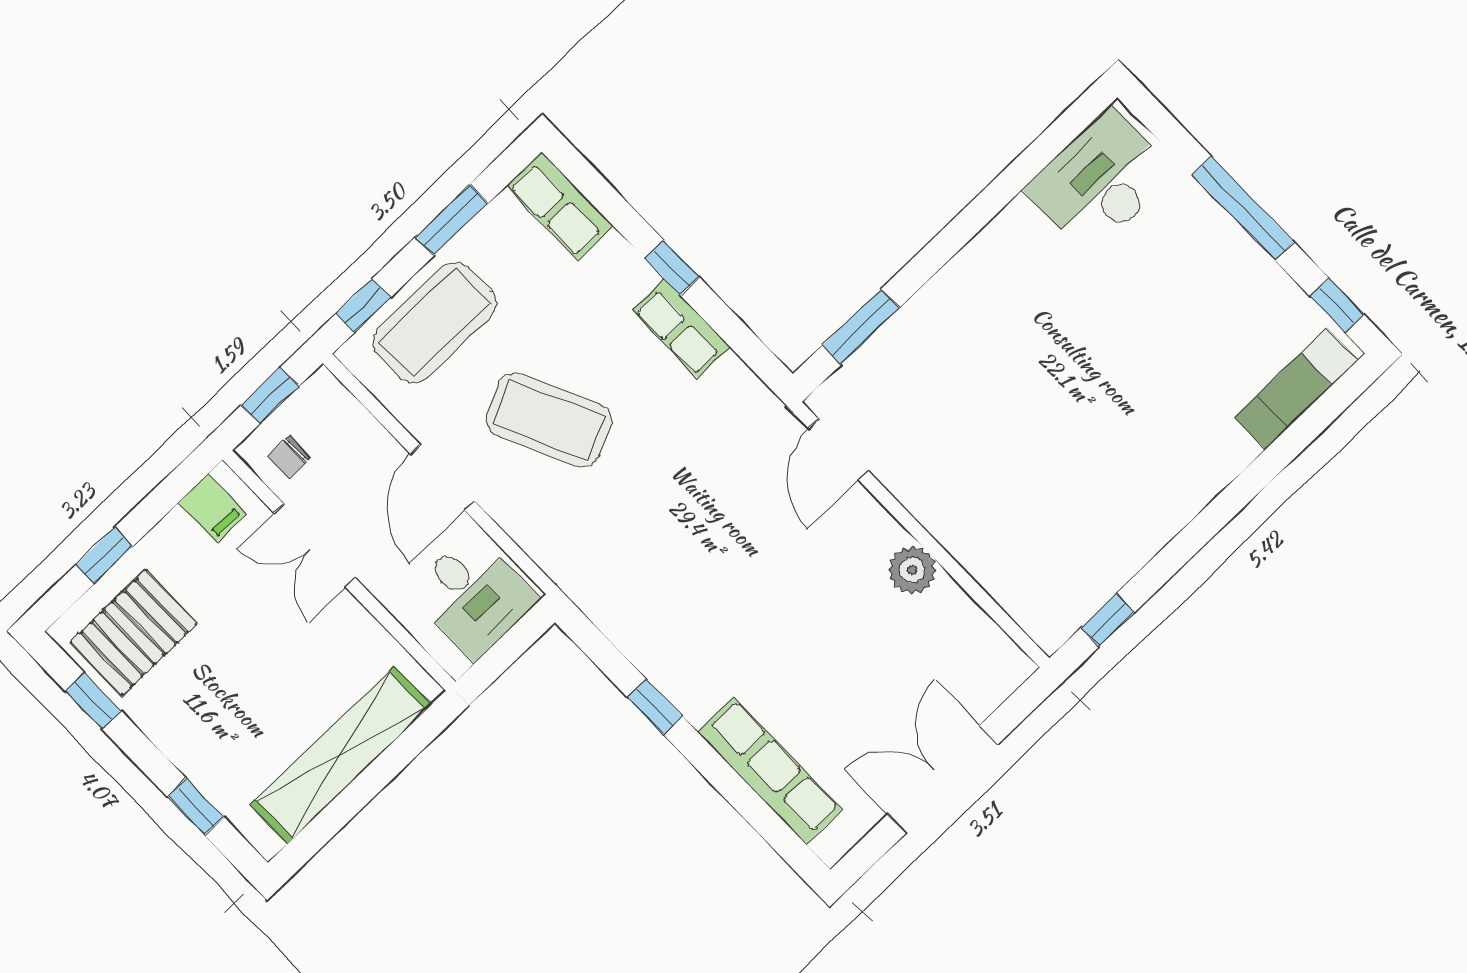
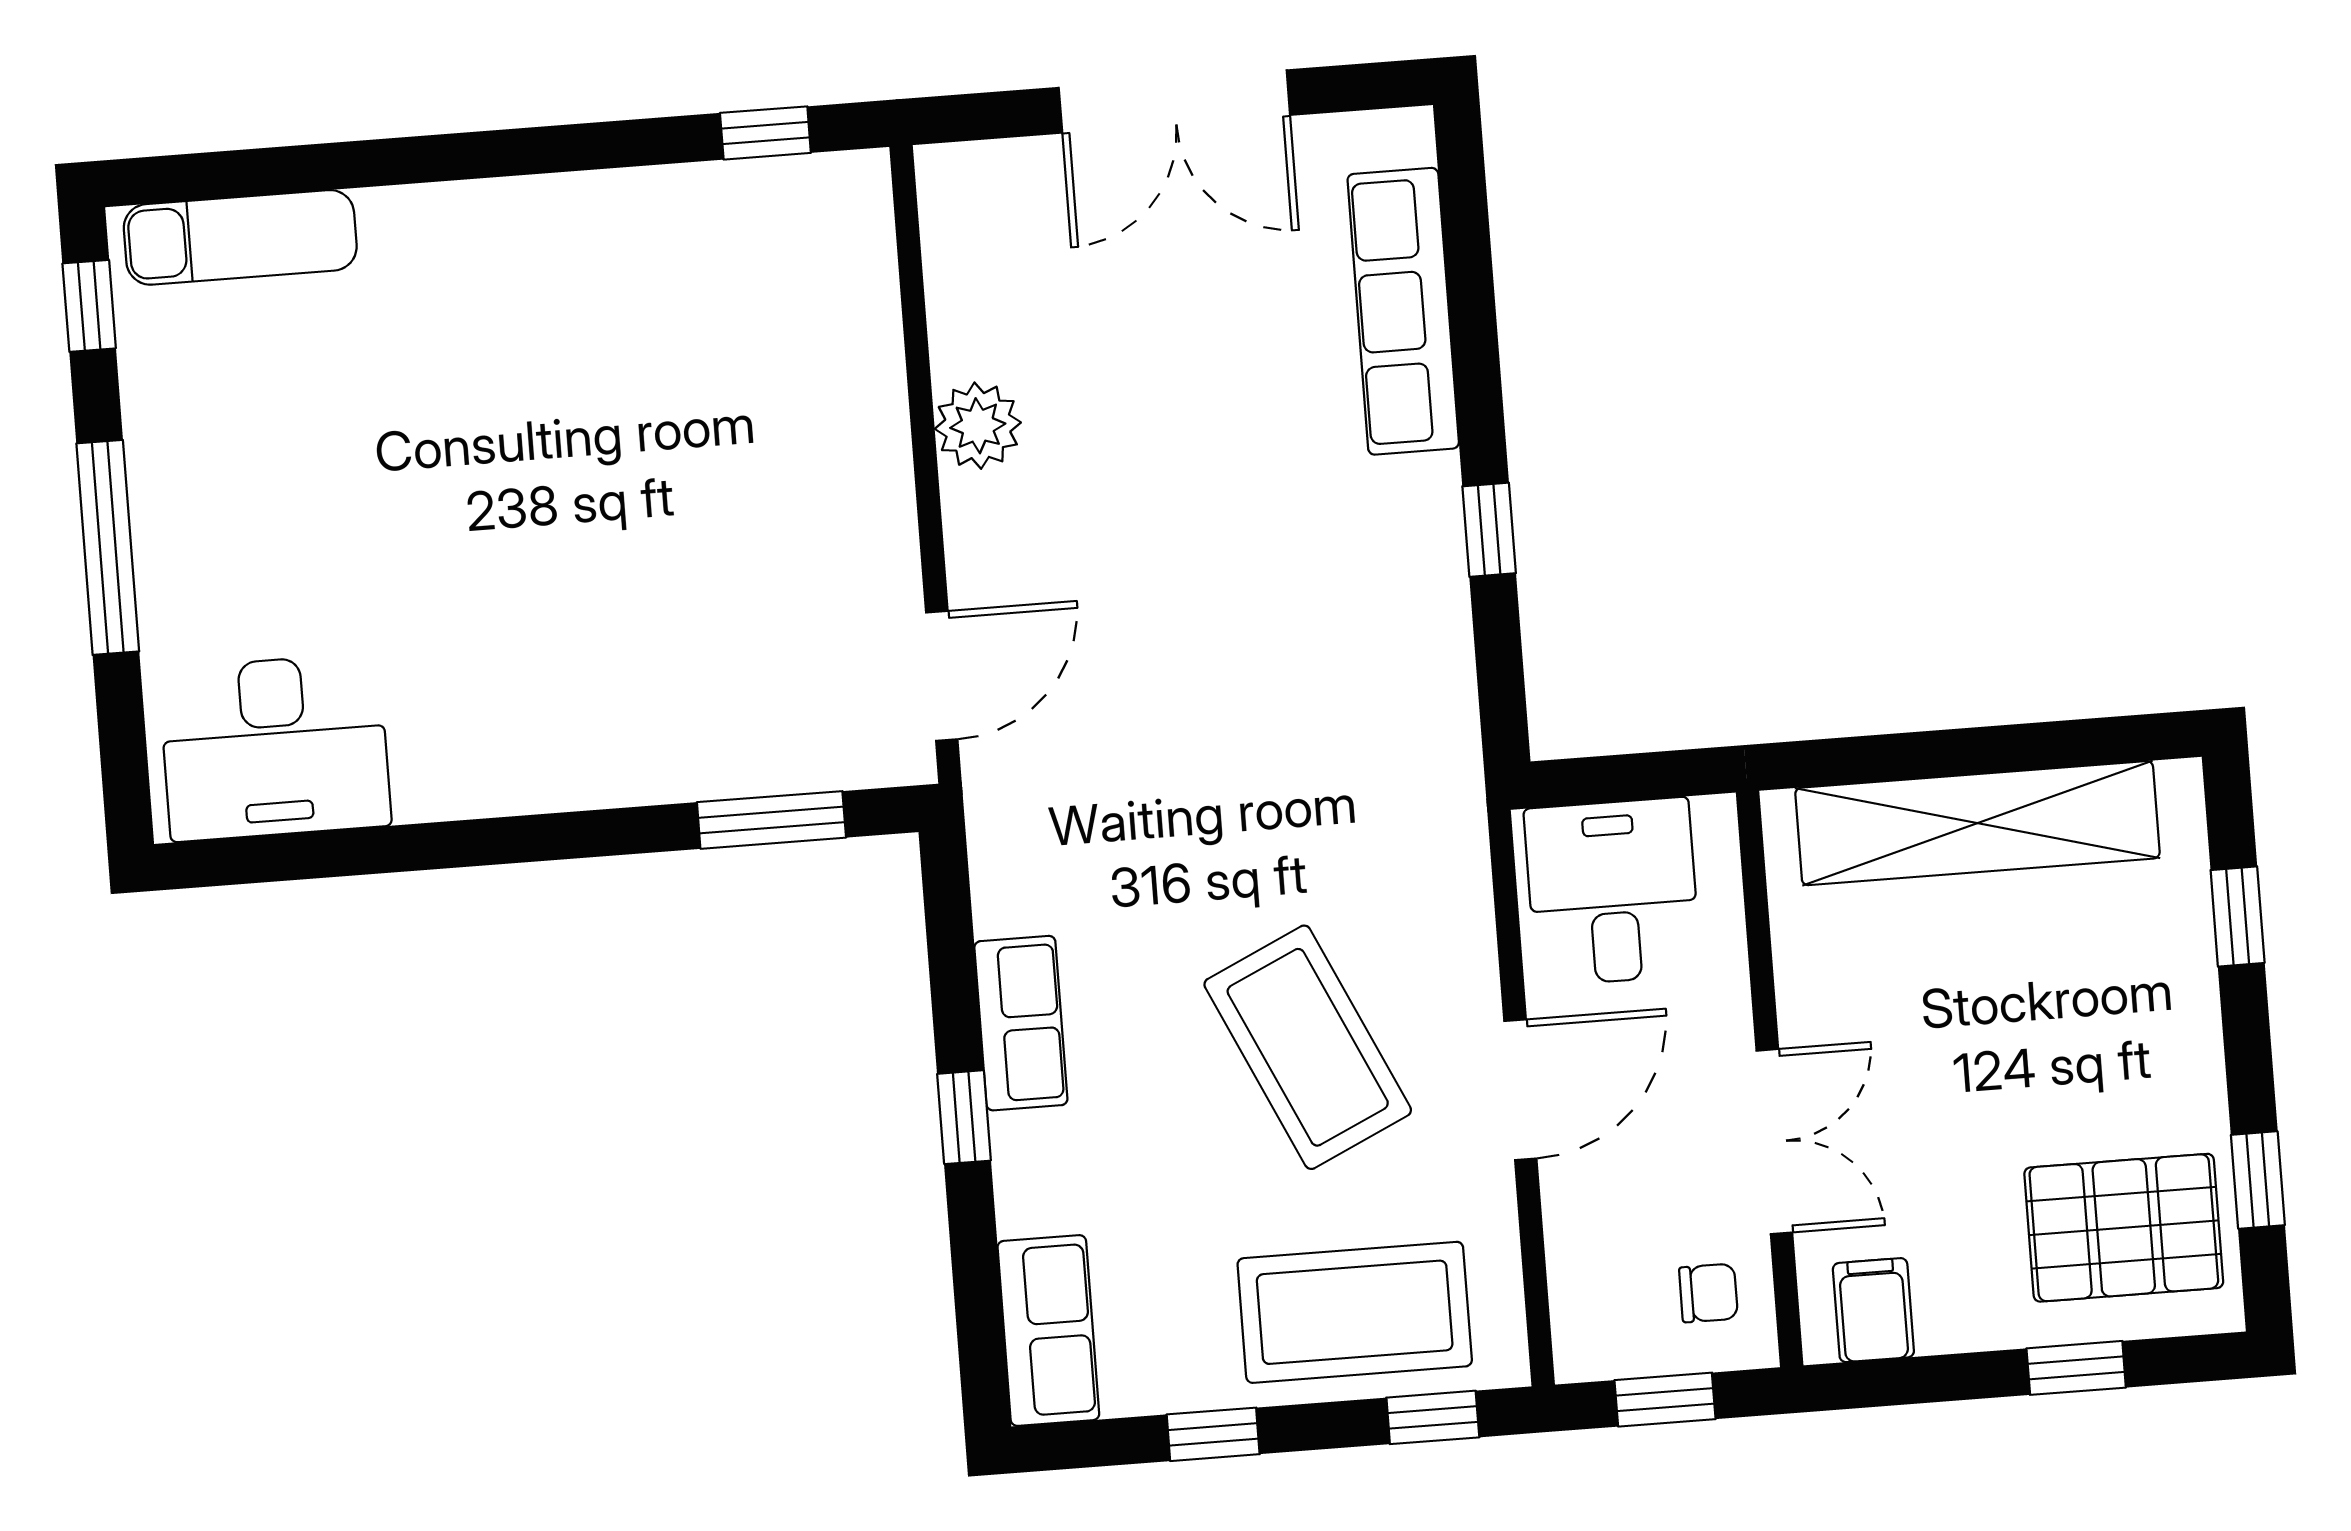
window: (452, 220) -> (1213, 1434), width x0.67

